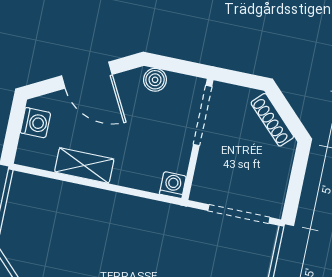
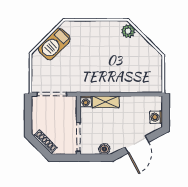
door: (87, 75) -> (137, 144), swing flipped
shelving: (84, 165) -> (106, 102), moved

